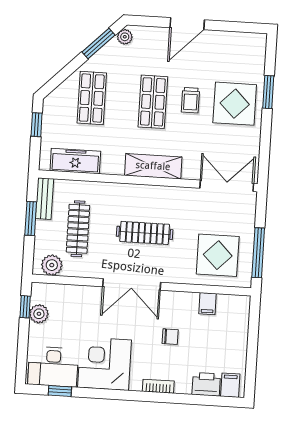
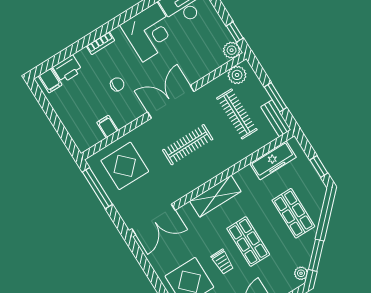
trolley: (190, 100) -> (222, 262), turned 180
plant: (39, 314) -> (232, 50), moved
chair: (170, 337) -> (117, 84), turned 180

